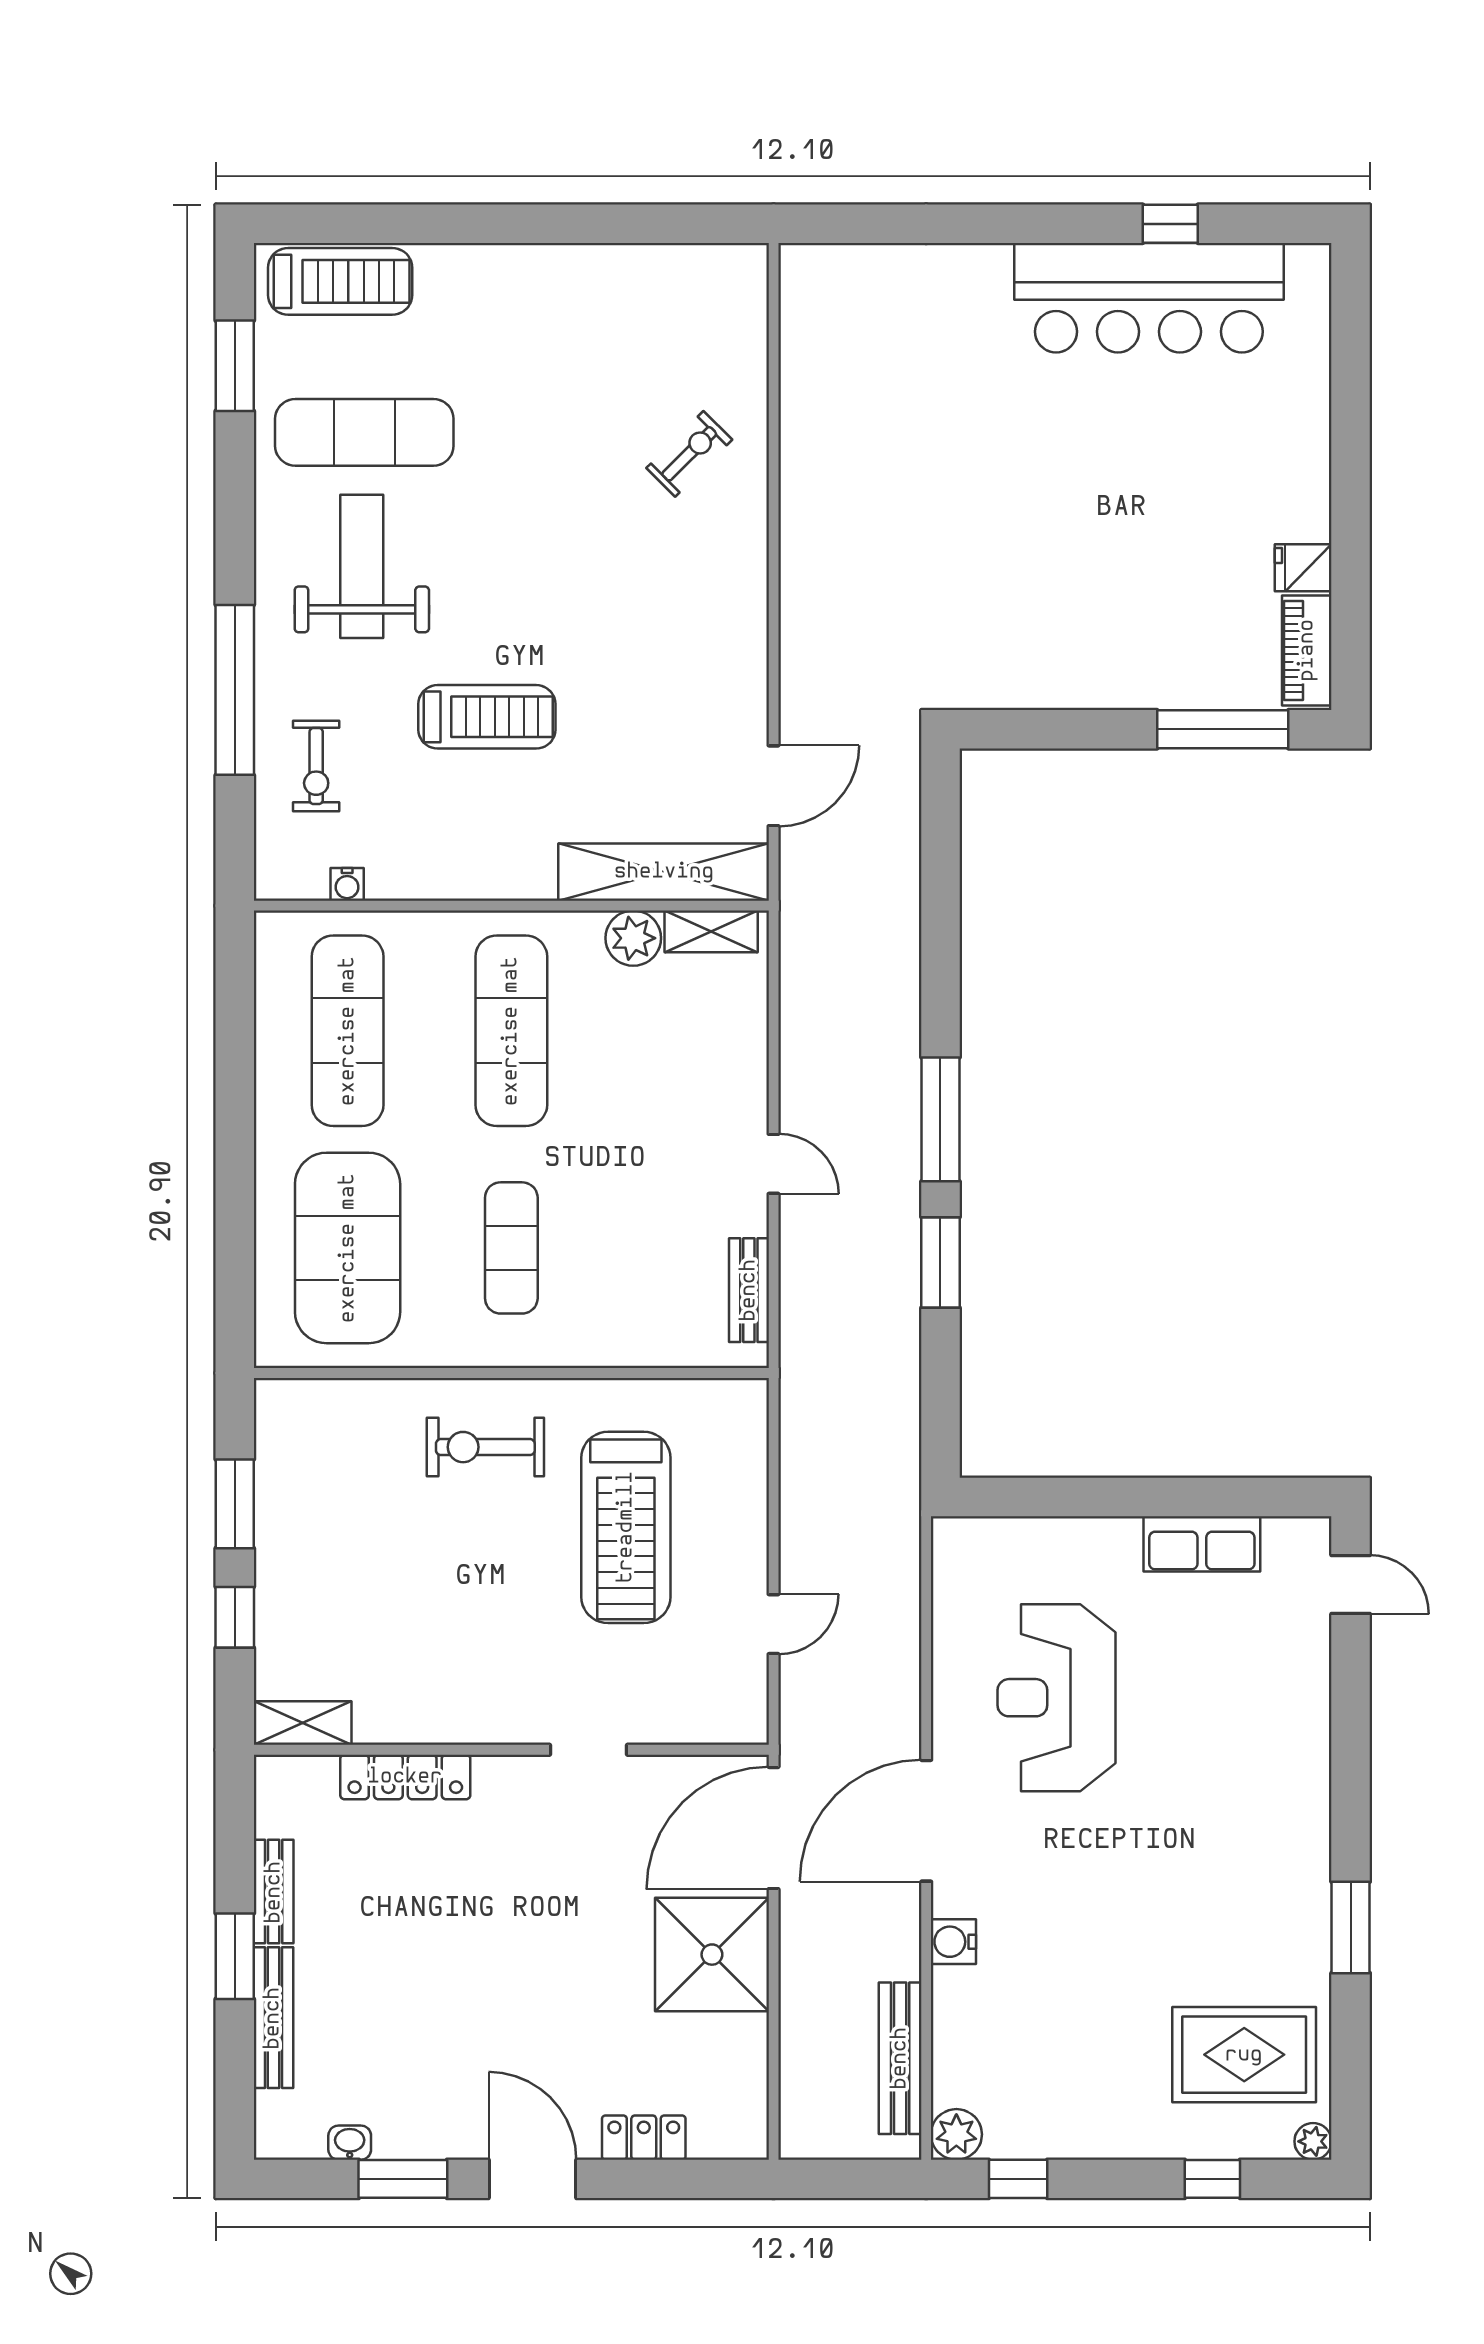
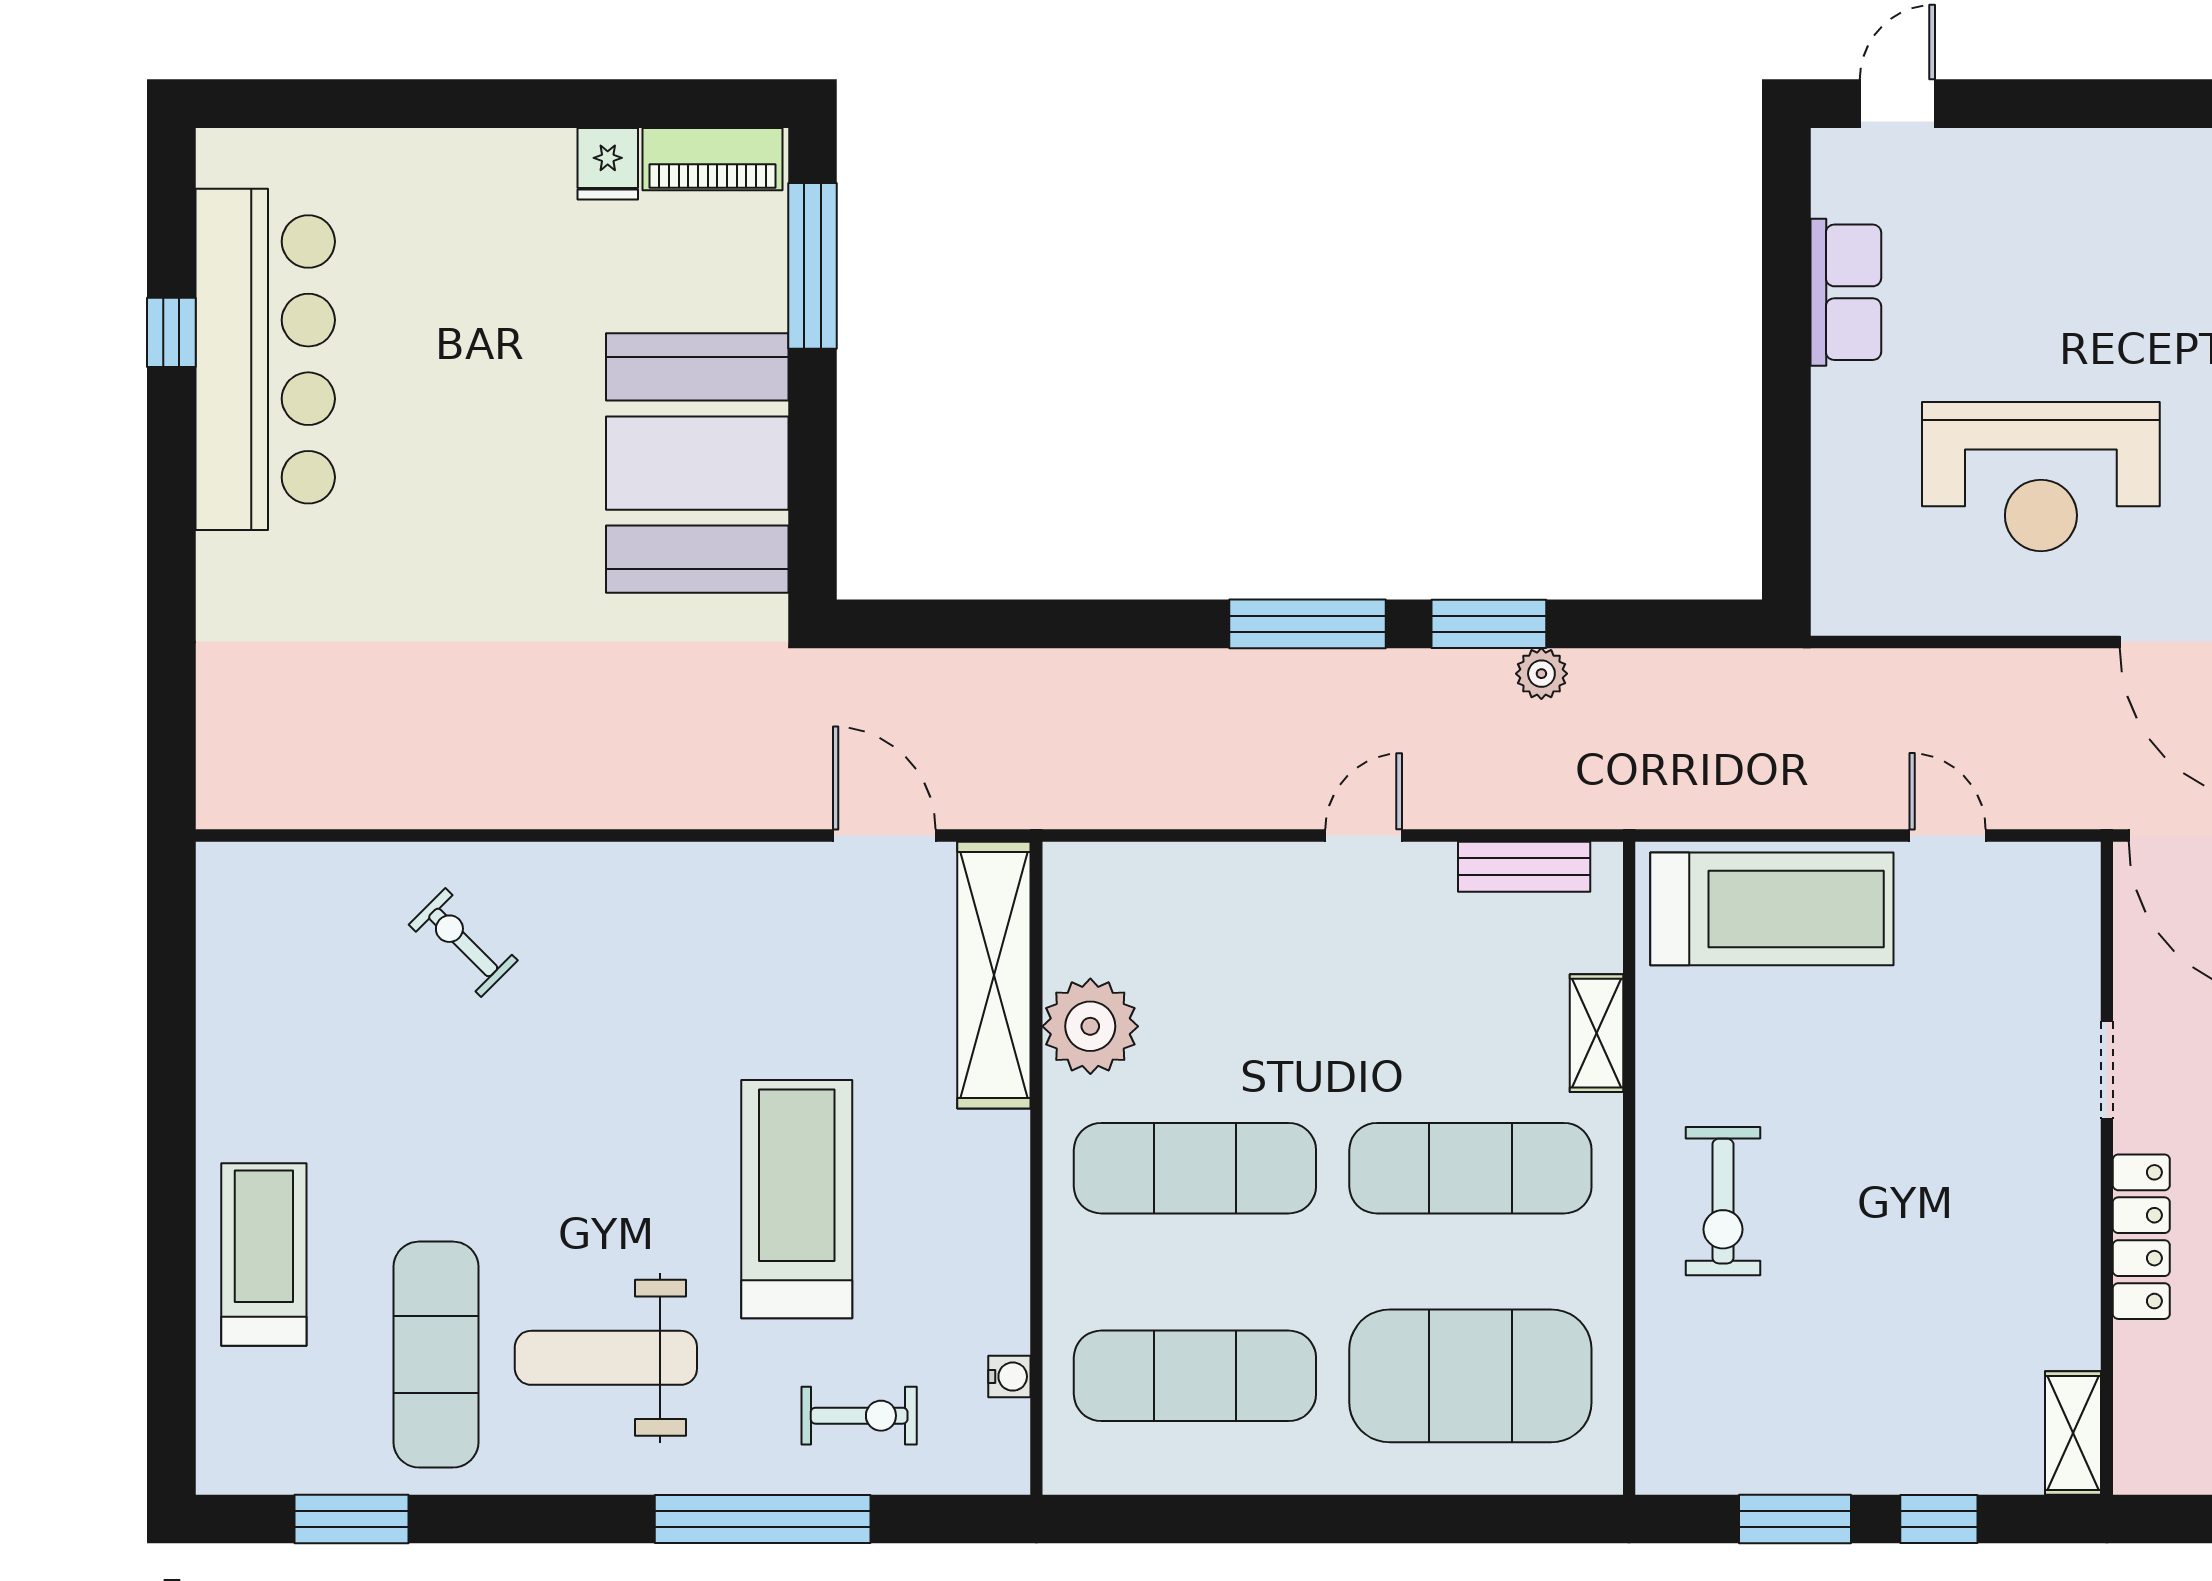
treadmill: (340, 281) -> (264, 1255), moved
booth: (1067, 638) -> (697, 463), added
treadmill: (487, 717) -> (797, 1199), width x1.37, depth x1.38
shelving: (711, 931) -> (1596, 1033), moved
plant: (633, 938) -> (1090, 1026), width x1.36, depth x1.36
exercise mat: (511, 1248) -> (1470, 1168), width x1.36, depth x1.45
plant: (901, 1304) -> (1541, 674), added
treadmill: (626, 1527) -> (1772, 909), moved
locker: (405, 1777) -> (2141, 1237), moved

